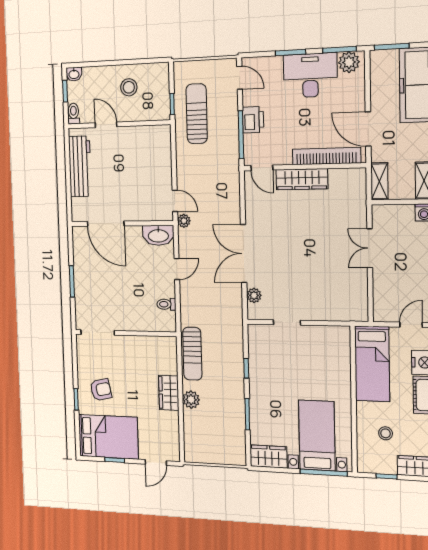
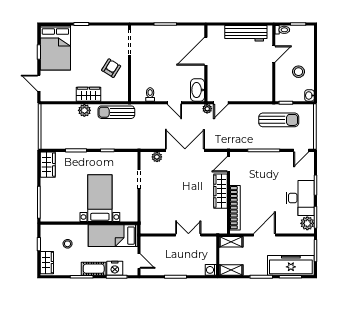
washbasin: (74, 74) -> (309, 95), moved
printer: (253, 120) -> (273, 159), removed
bookcase: (326, 156) -> (235, 208), moved
wall: (304, 167) -> (228, 193), moved
door: (262, 168) -> (228, 164), moved
wardrobe: (302, 179) -> (220, 191), moved
armchair: (101, 390) -> (111, 68), moved, turned -136
bed with nightstands: (317, 435) -> (100, 198), moved, turned -90

